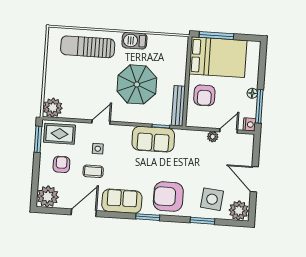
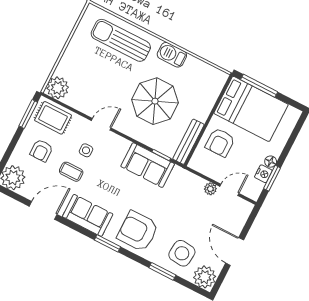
window: (259, 106) -> (272, 178), width x0.69
nightstand: (249, 124) -> (263, 174), moved
armchair: (61, 164) -> (41, 150), turned 180

